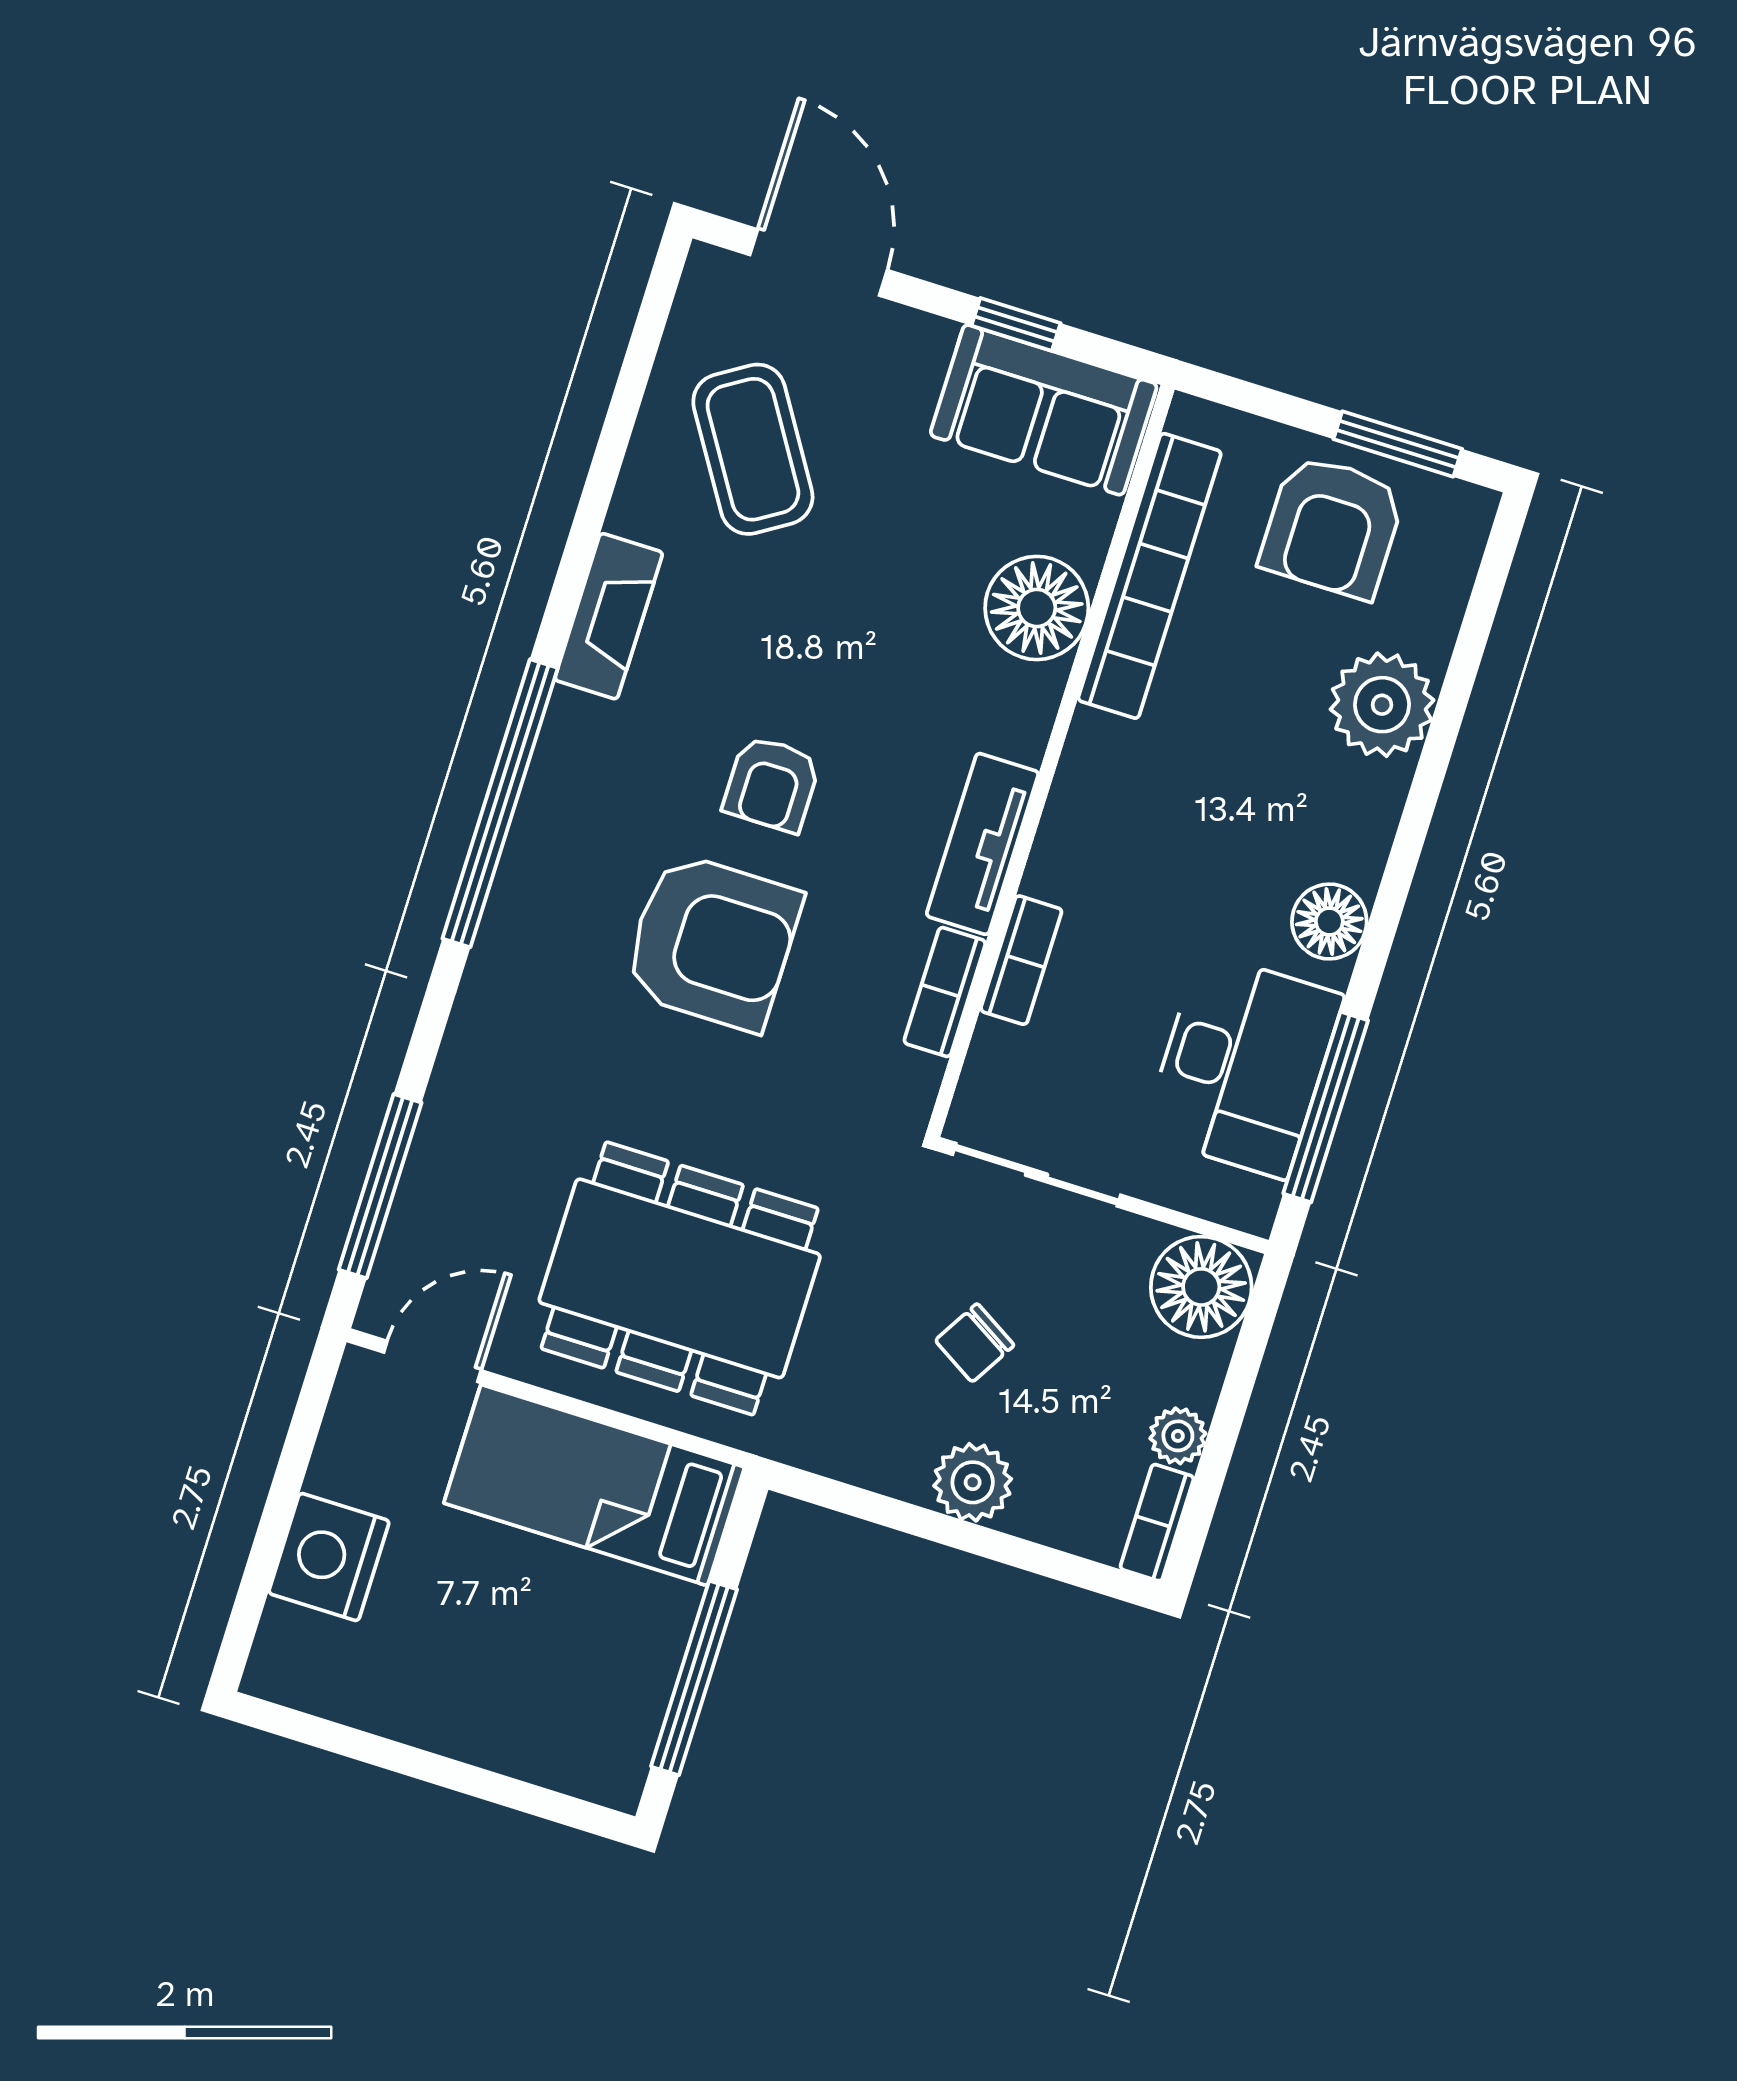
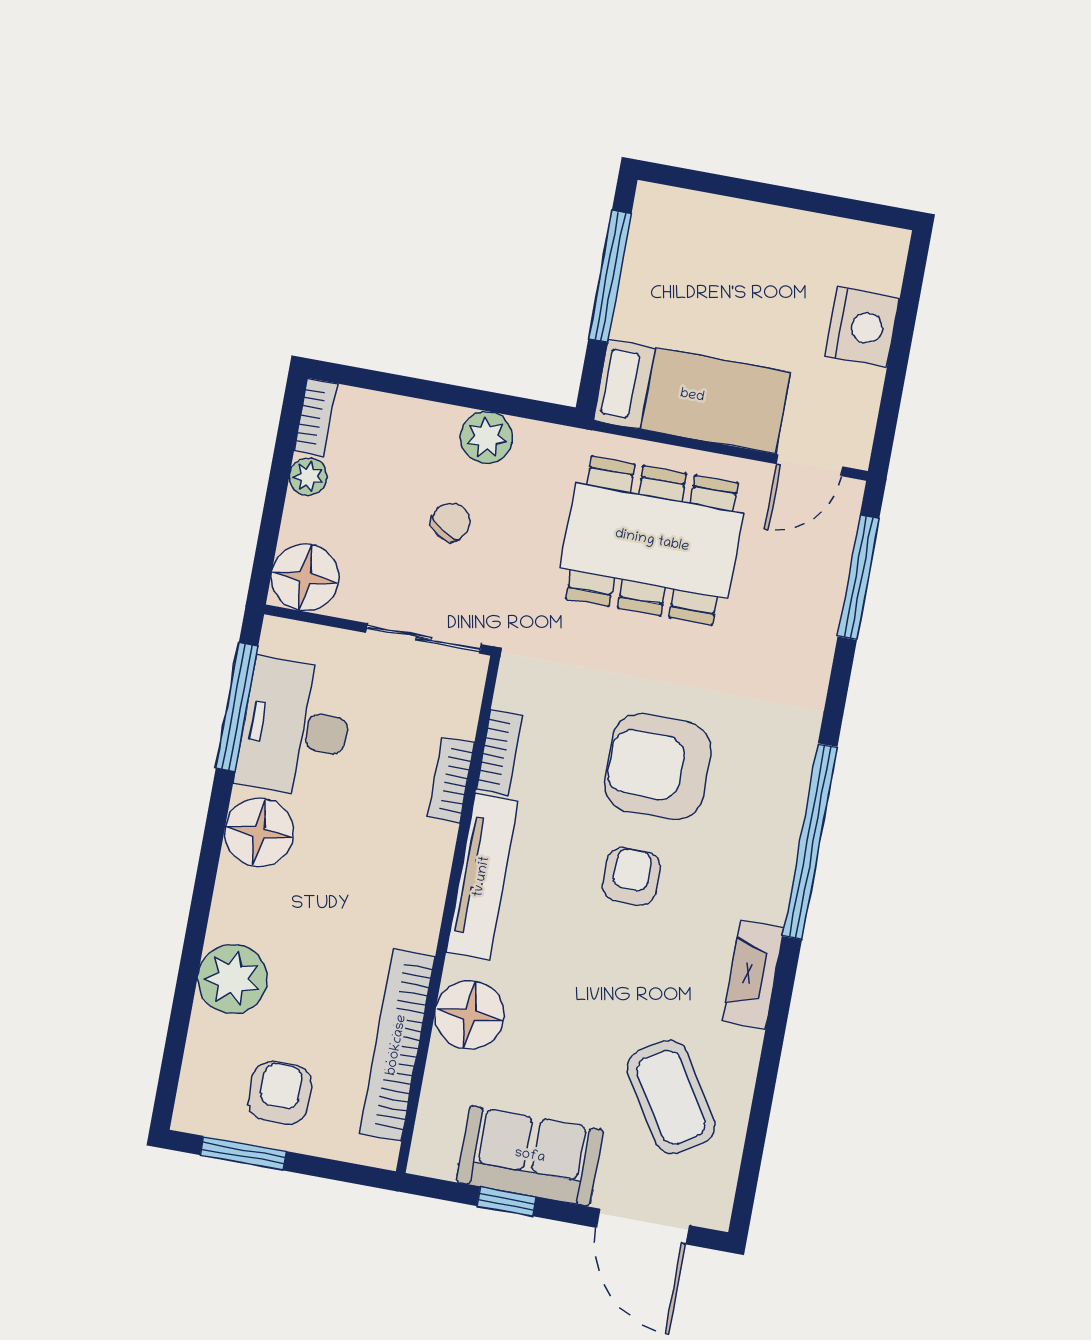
sofa: (1044, 410) -> (530, 1156), moved
armchair: (1332, 527) -> (280, 1093), width x0.72, depth x0.72
tv unit: (983, 844) -> (482, 877), width x1.41
floor lamp: (1329, 921) -> (259, 832), width x1.38, depth x1.38
plant: (973, 1482) -> (486, 437), moved

